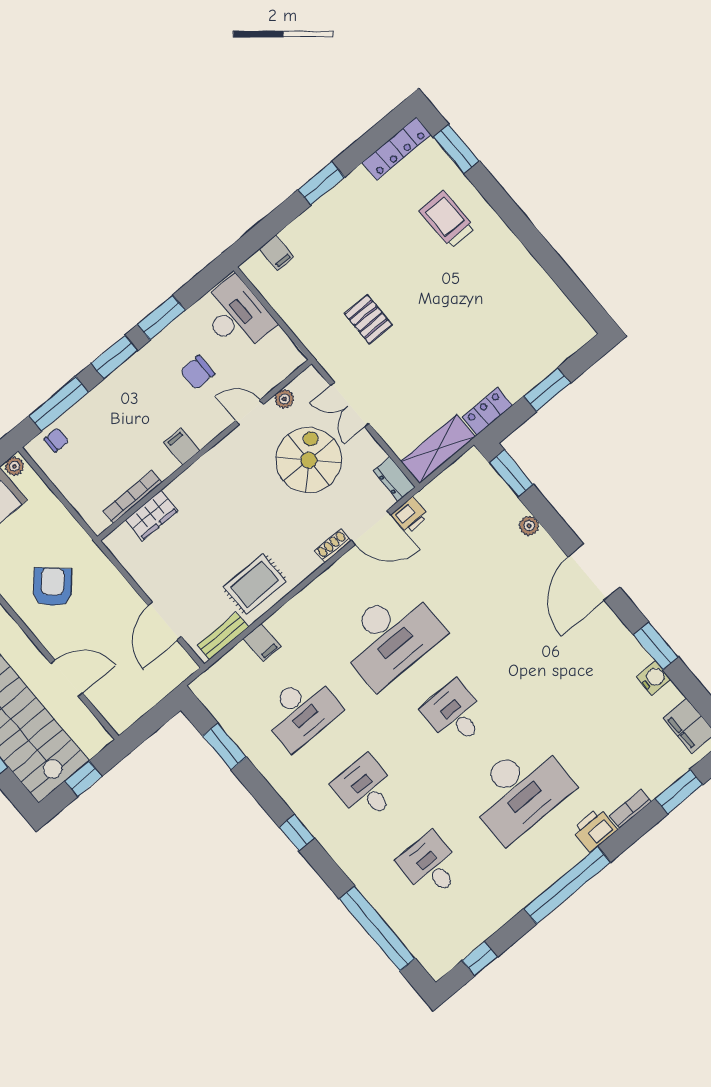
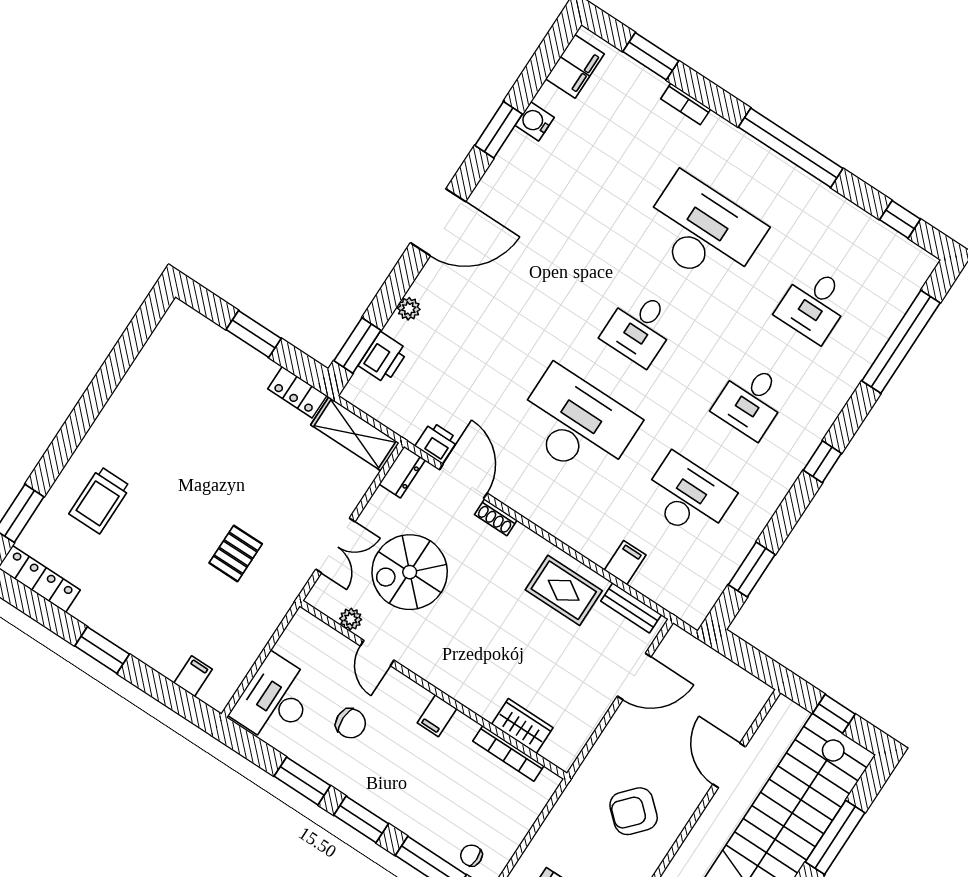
printer: (595, 830) -> (383, 358), moved, turned -90

